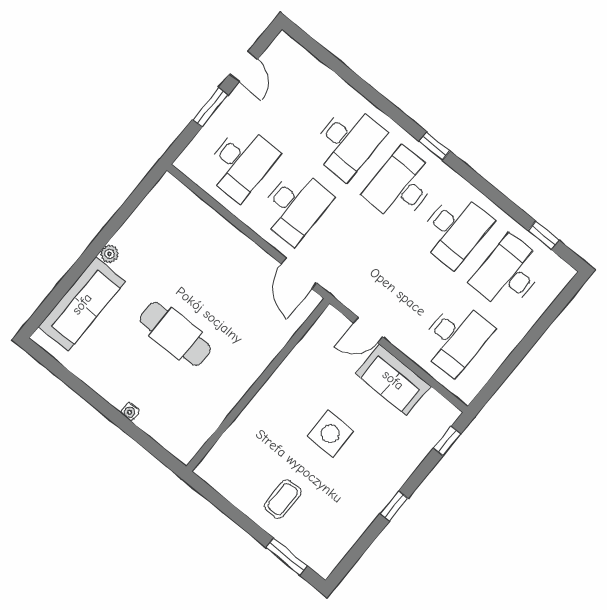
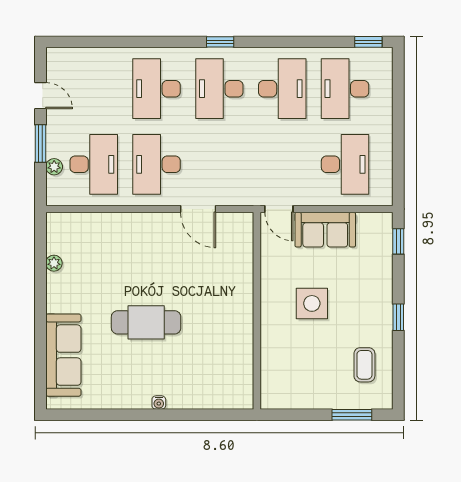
plant: (206, 137) -> (54, 167), added
desk: (348, 142) -> (157, 89), turned 180
desk: (295, 206) -> (157, 164), turned 180
window: (543, 235) -> (368, 42), moved
plant: (109, 254) -> (54, 263), moved
door: (368, 330) -> (279, 209), hinge flipped
wall: (258, 385) -> (257, 311), moved
coffee table: (283, 499) -> (364, 365), moved

